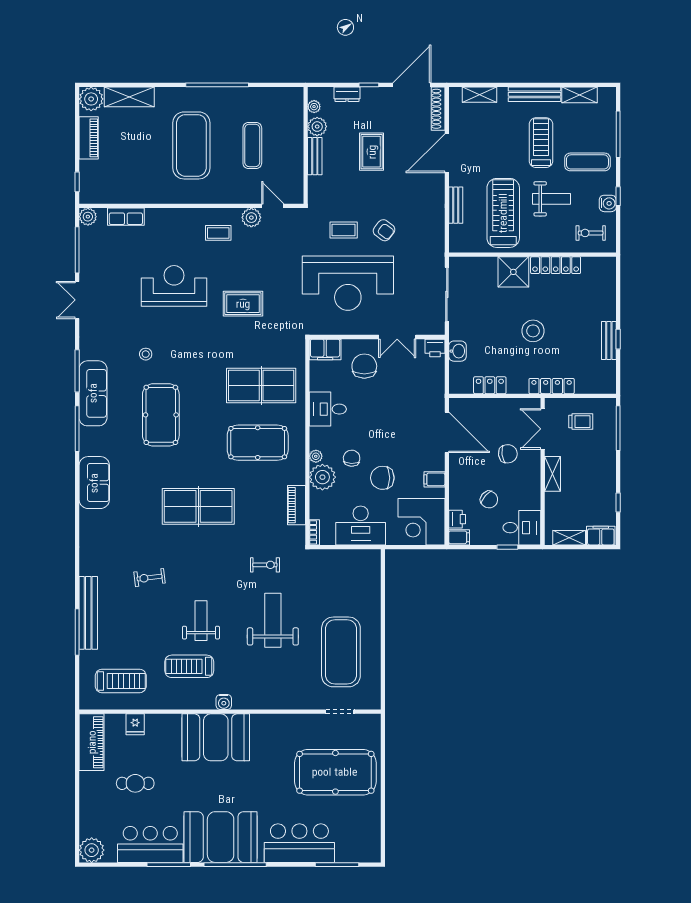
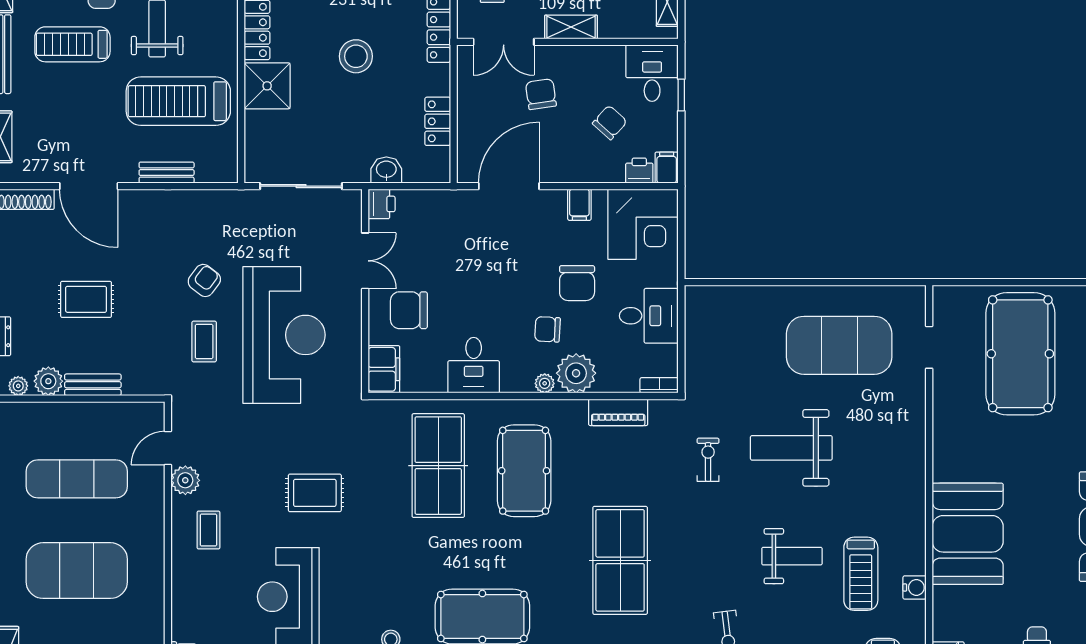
exercise mat: (252, 145) -> (77, 479), width x1.36, depth x1.45
rug: (243, 304) -> (315, 493), turned 90
desk: (361, 525) -> (649, 316), width x0.73
weight bench: (201, 621) -> (792, 556), turned 180
water cooler: (224, 702) -> (915, 587), moved

